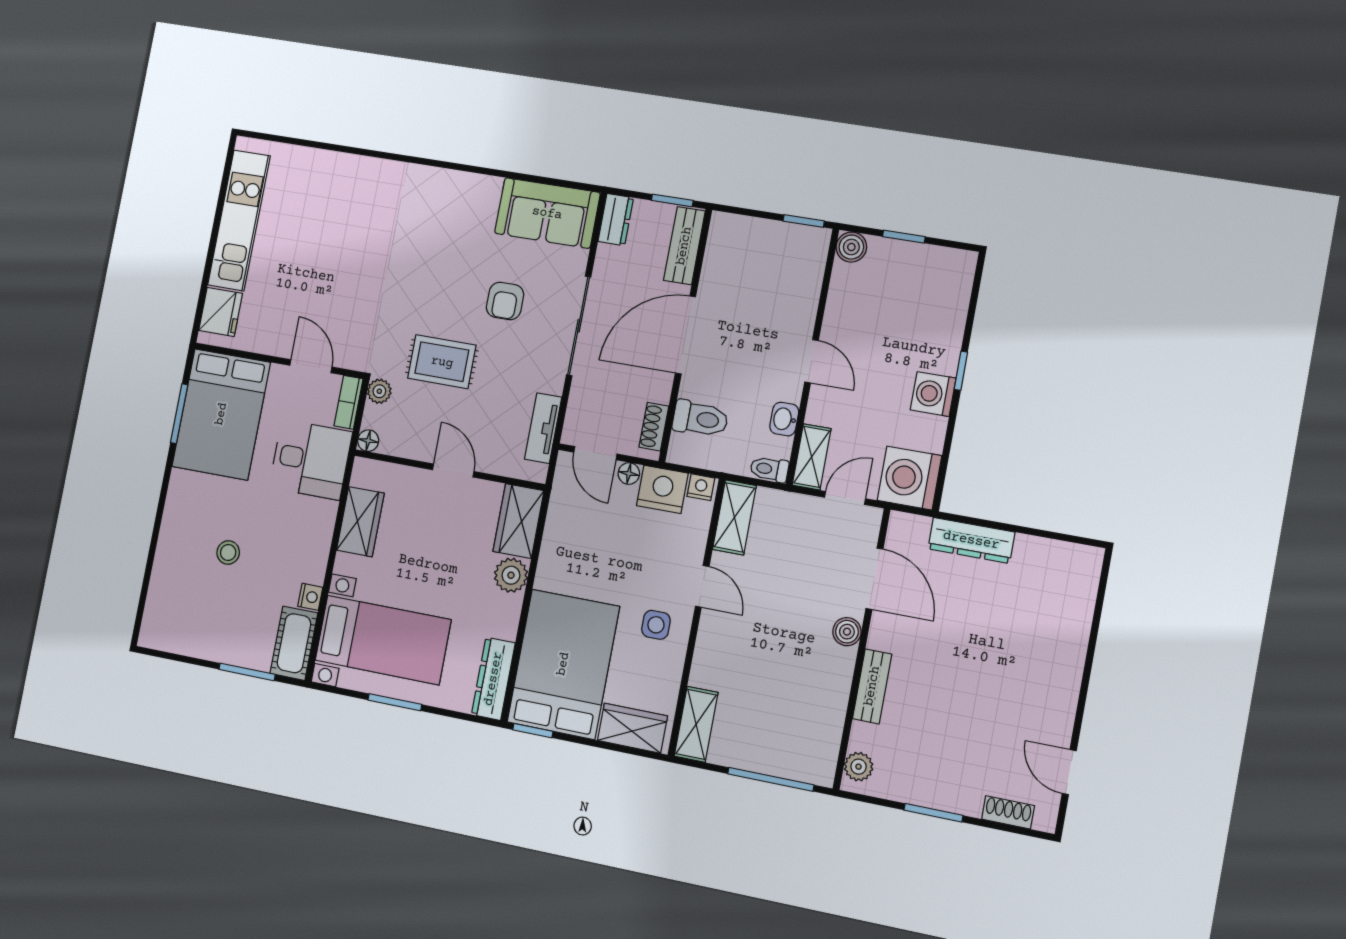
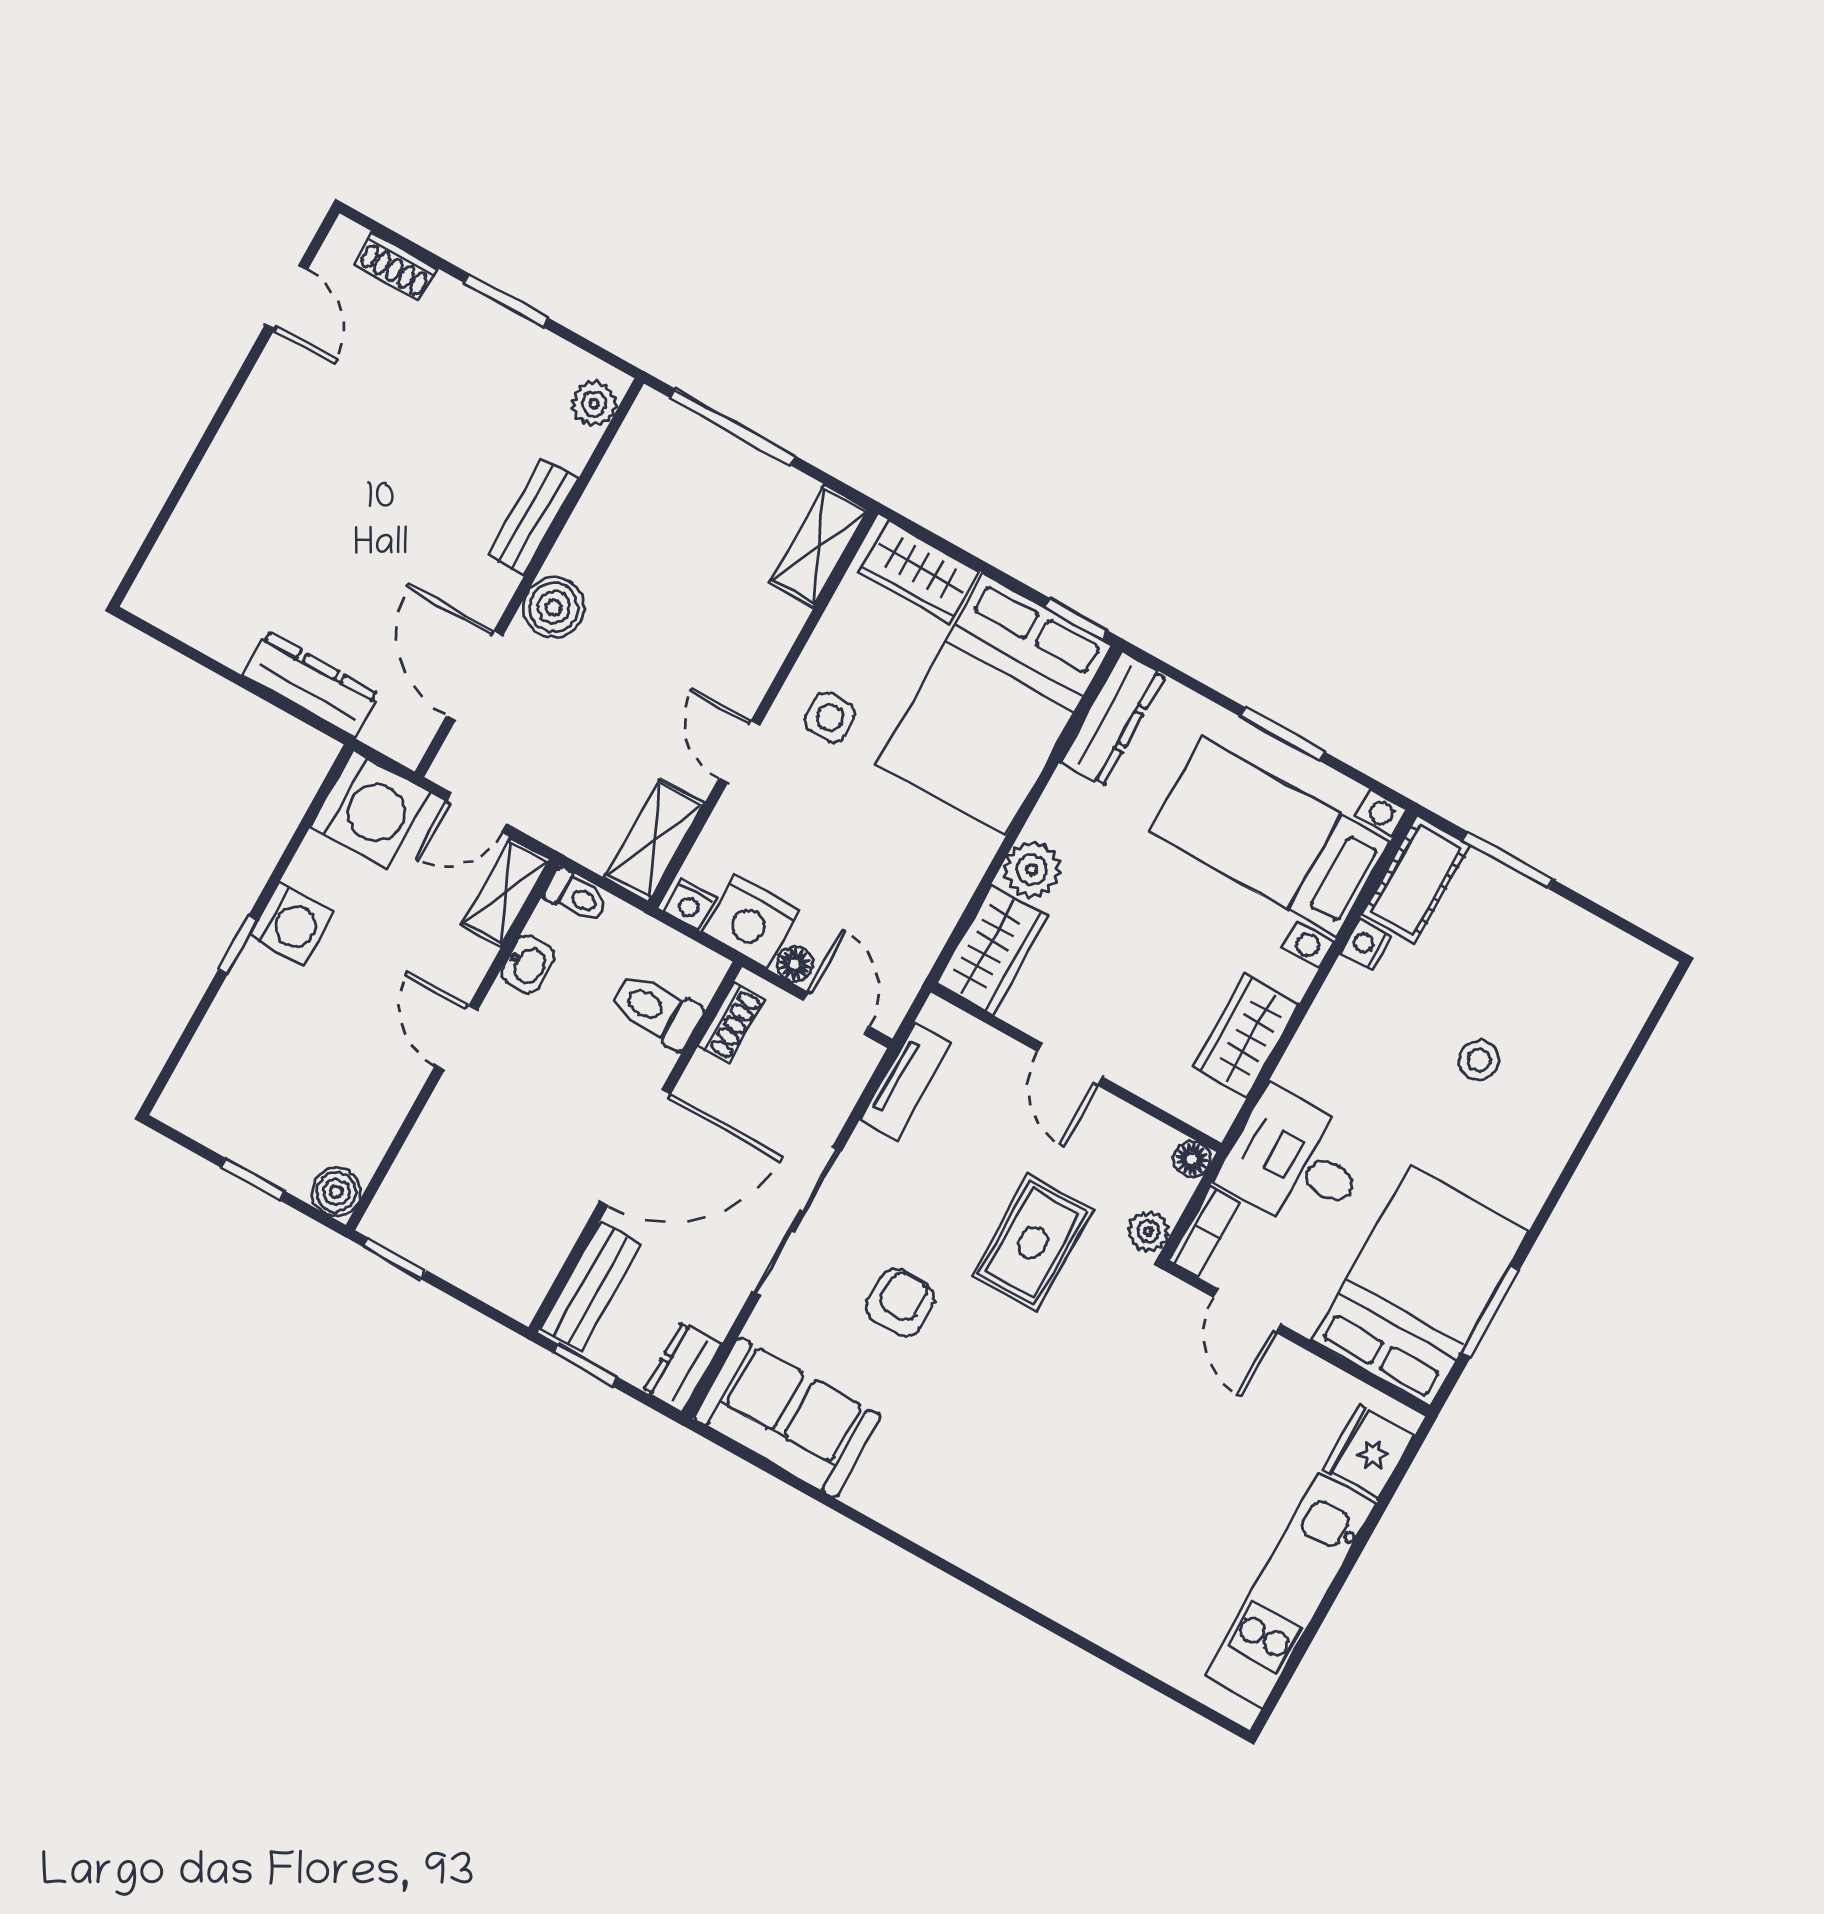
rug: (442, 362) -> (1032, 1243), turned 90
boiler: (847, 632) -> (554, 607), width x1.36, depth x1.36

